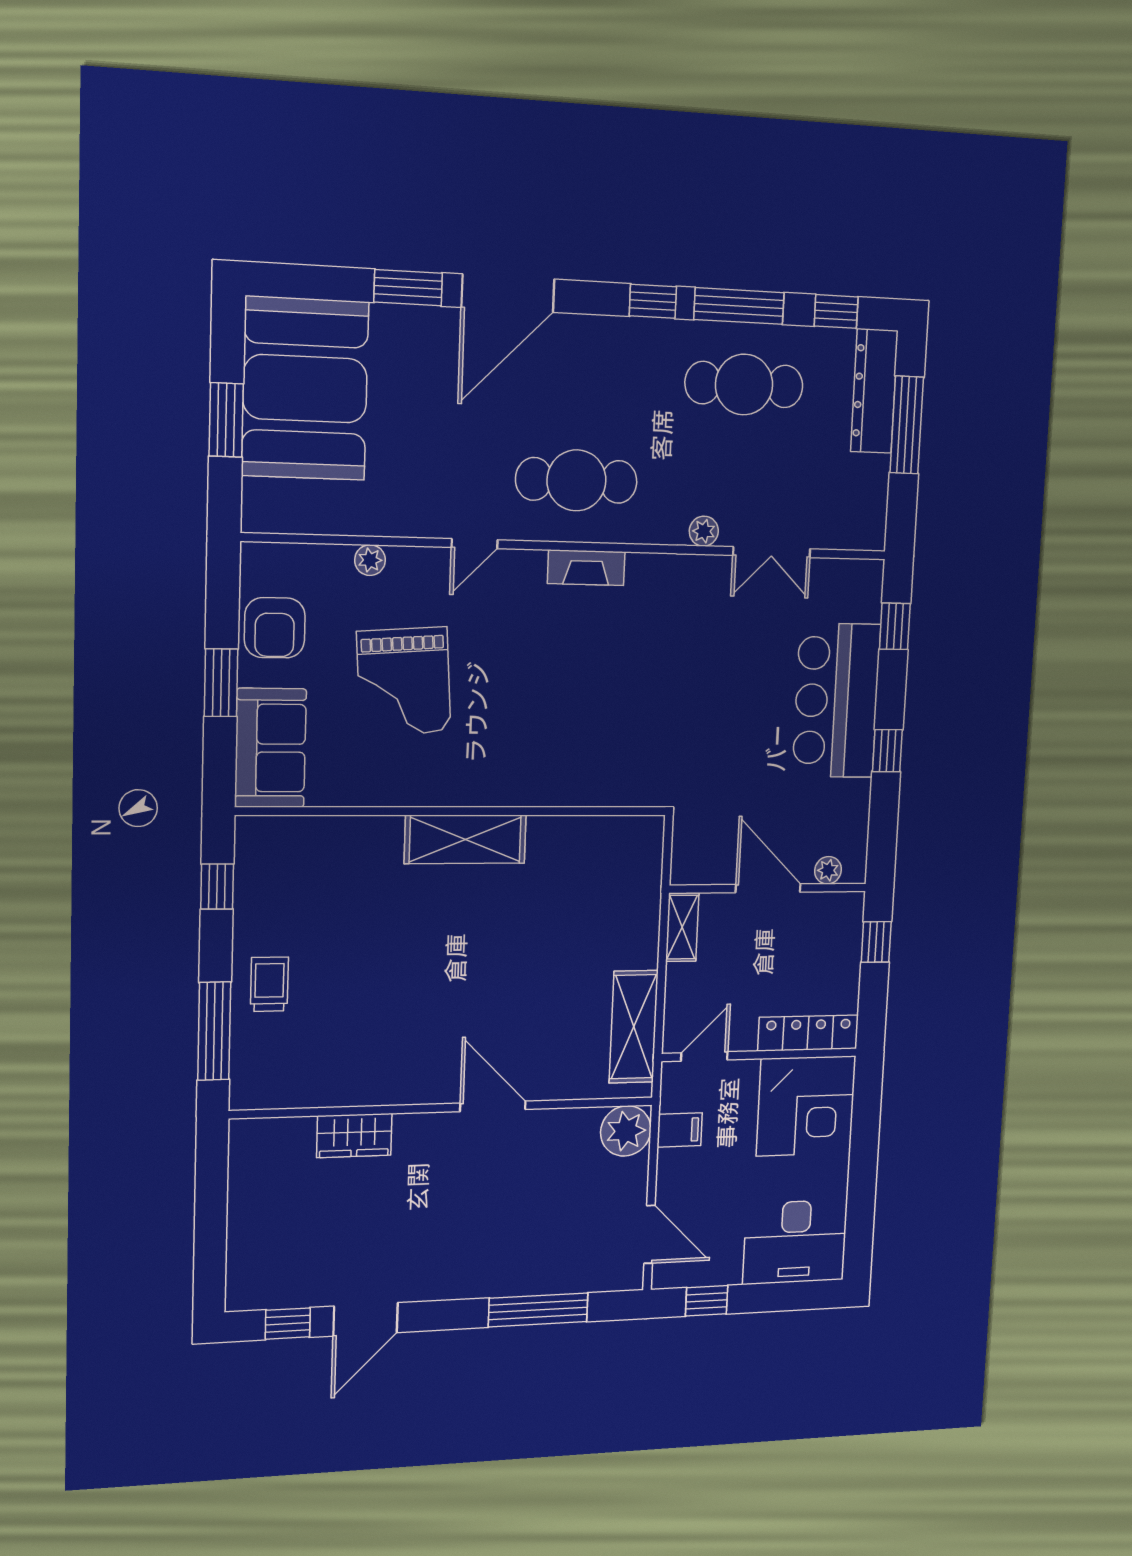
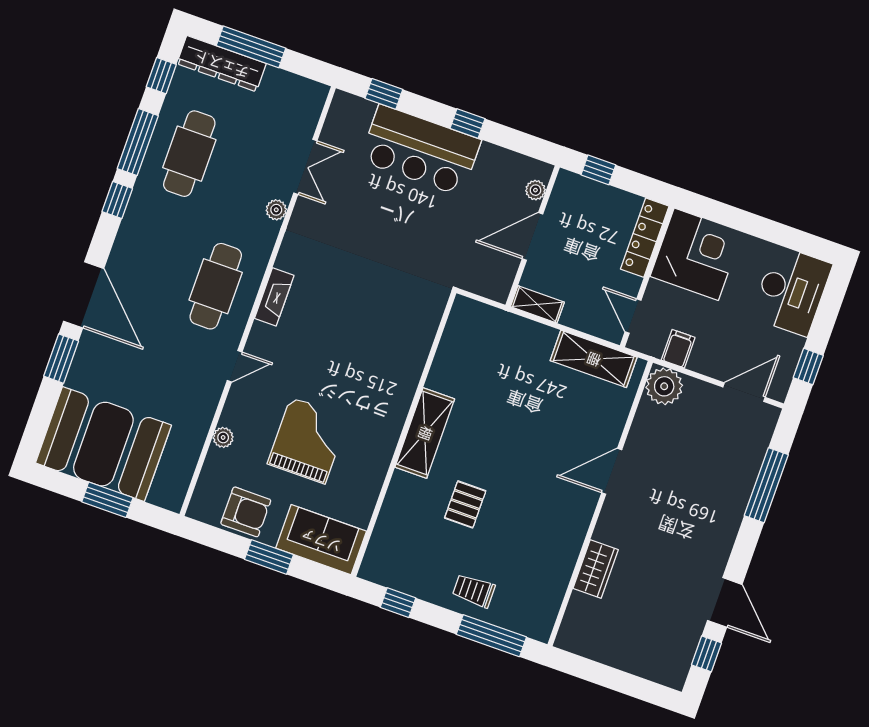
door: (475, 544) -> (235, 366), hinge flipped
grand piano: (404, 682) -> (308, 440), turned -86
pallet: (385, 929) -> (465, 504), added

